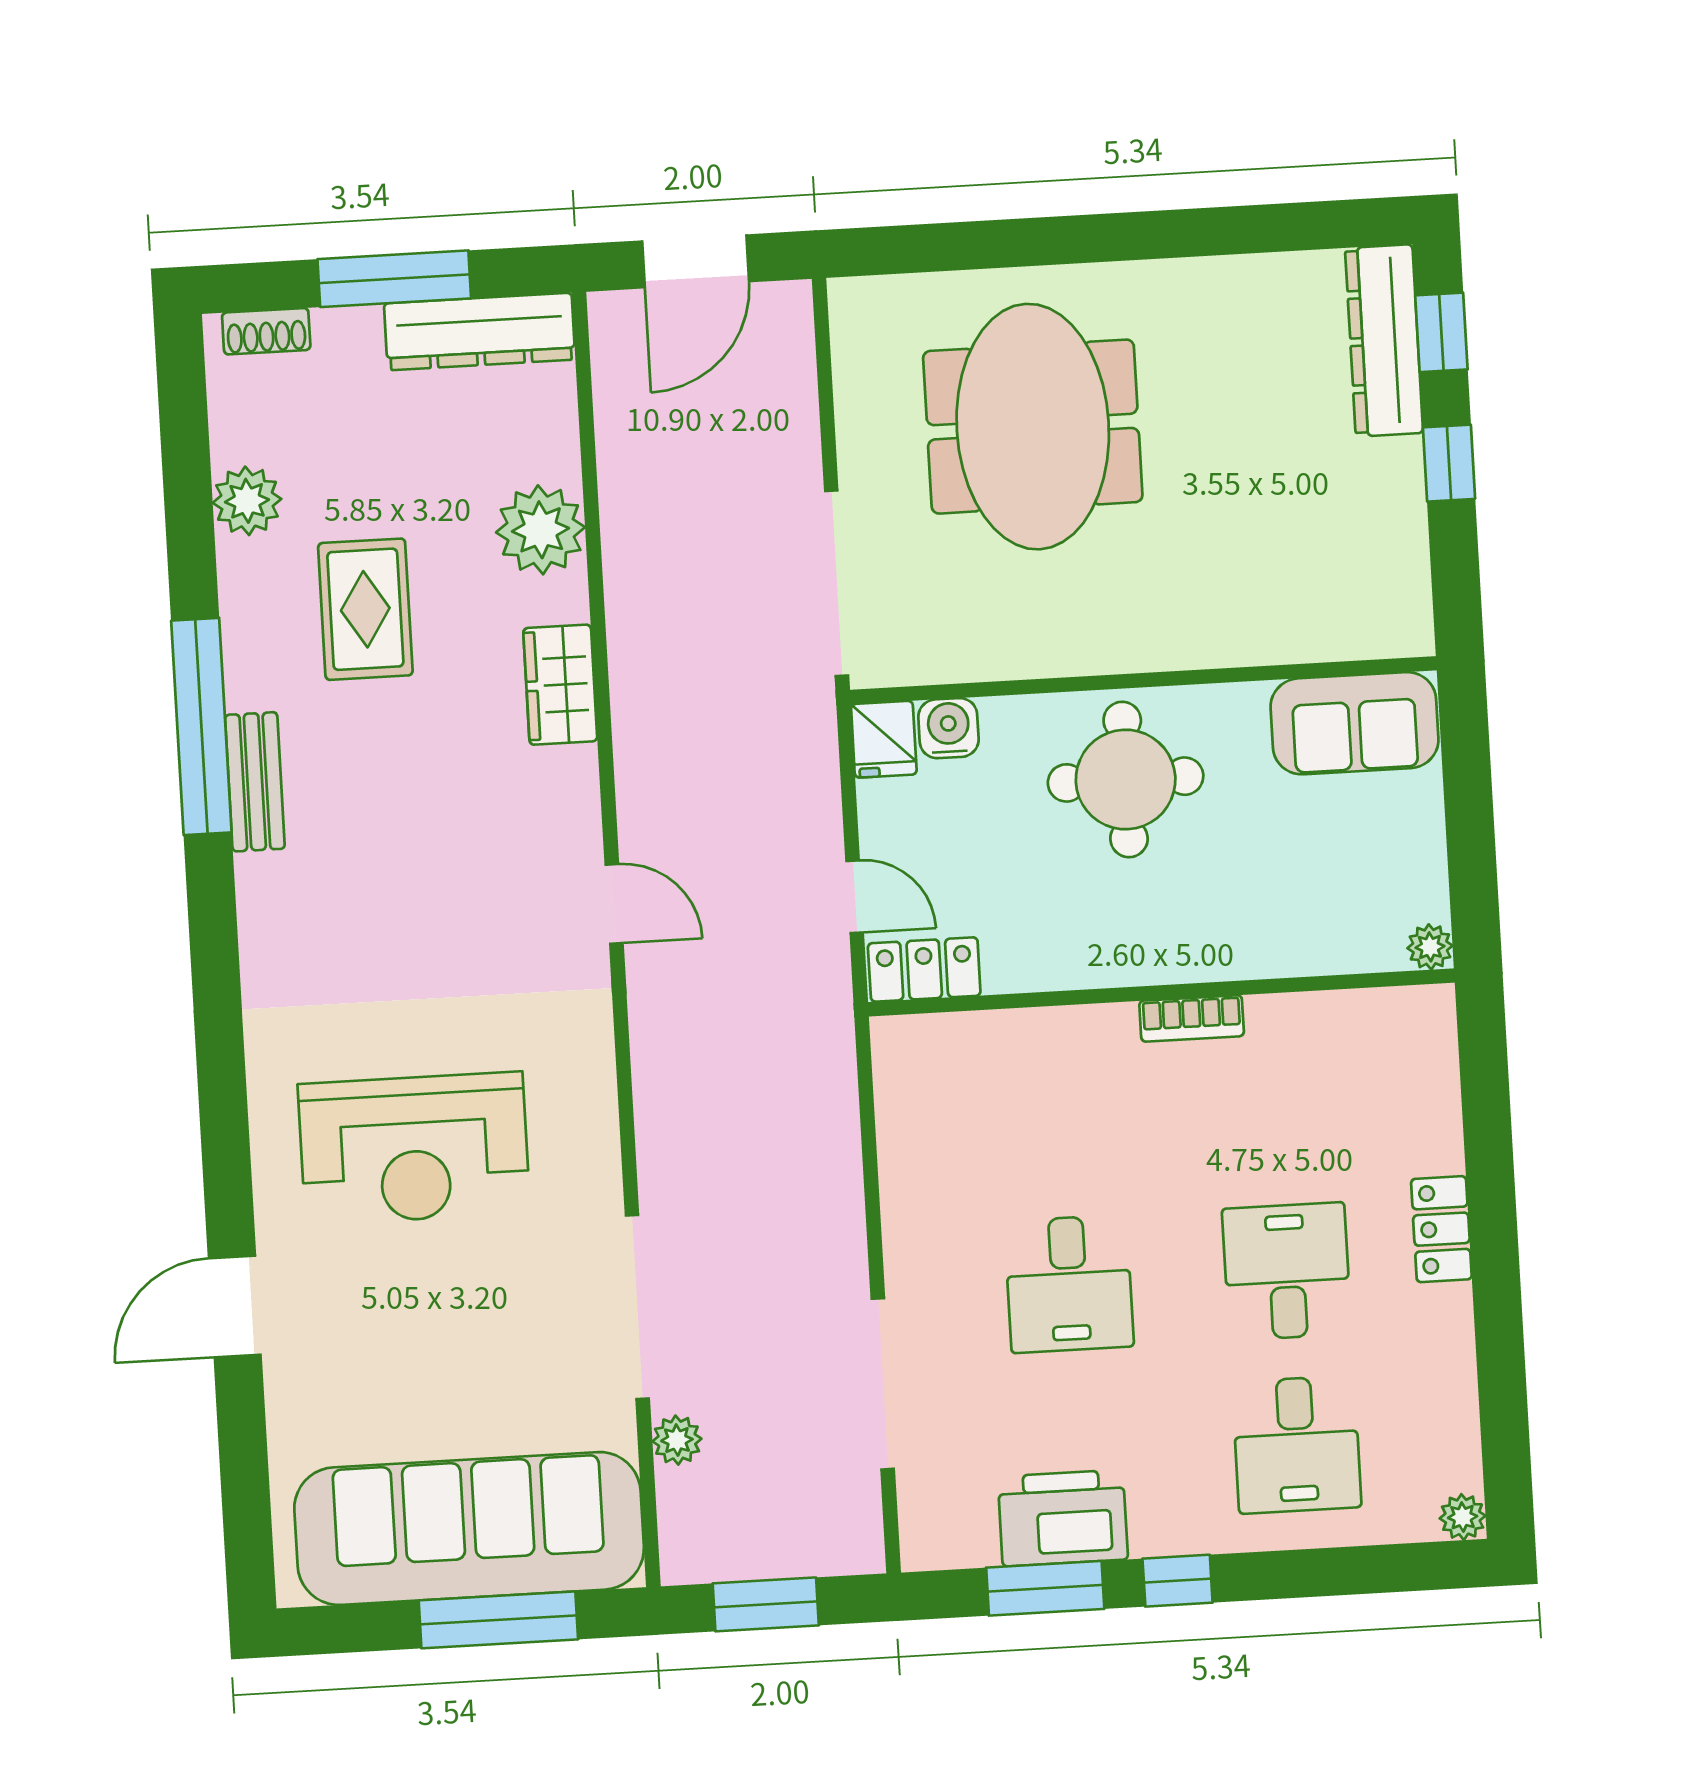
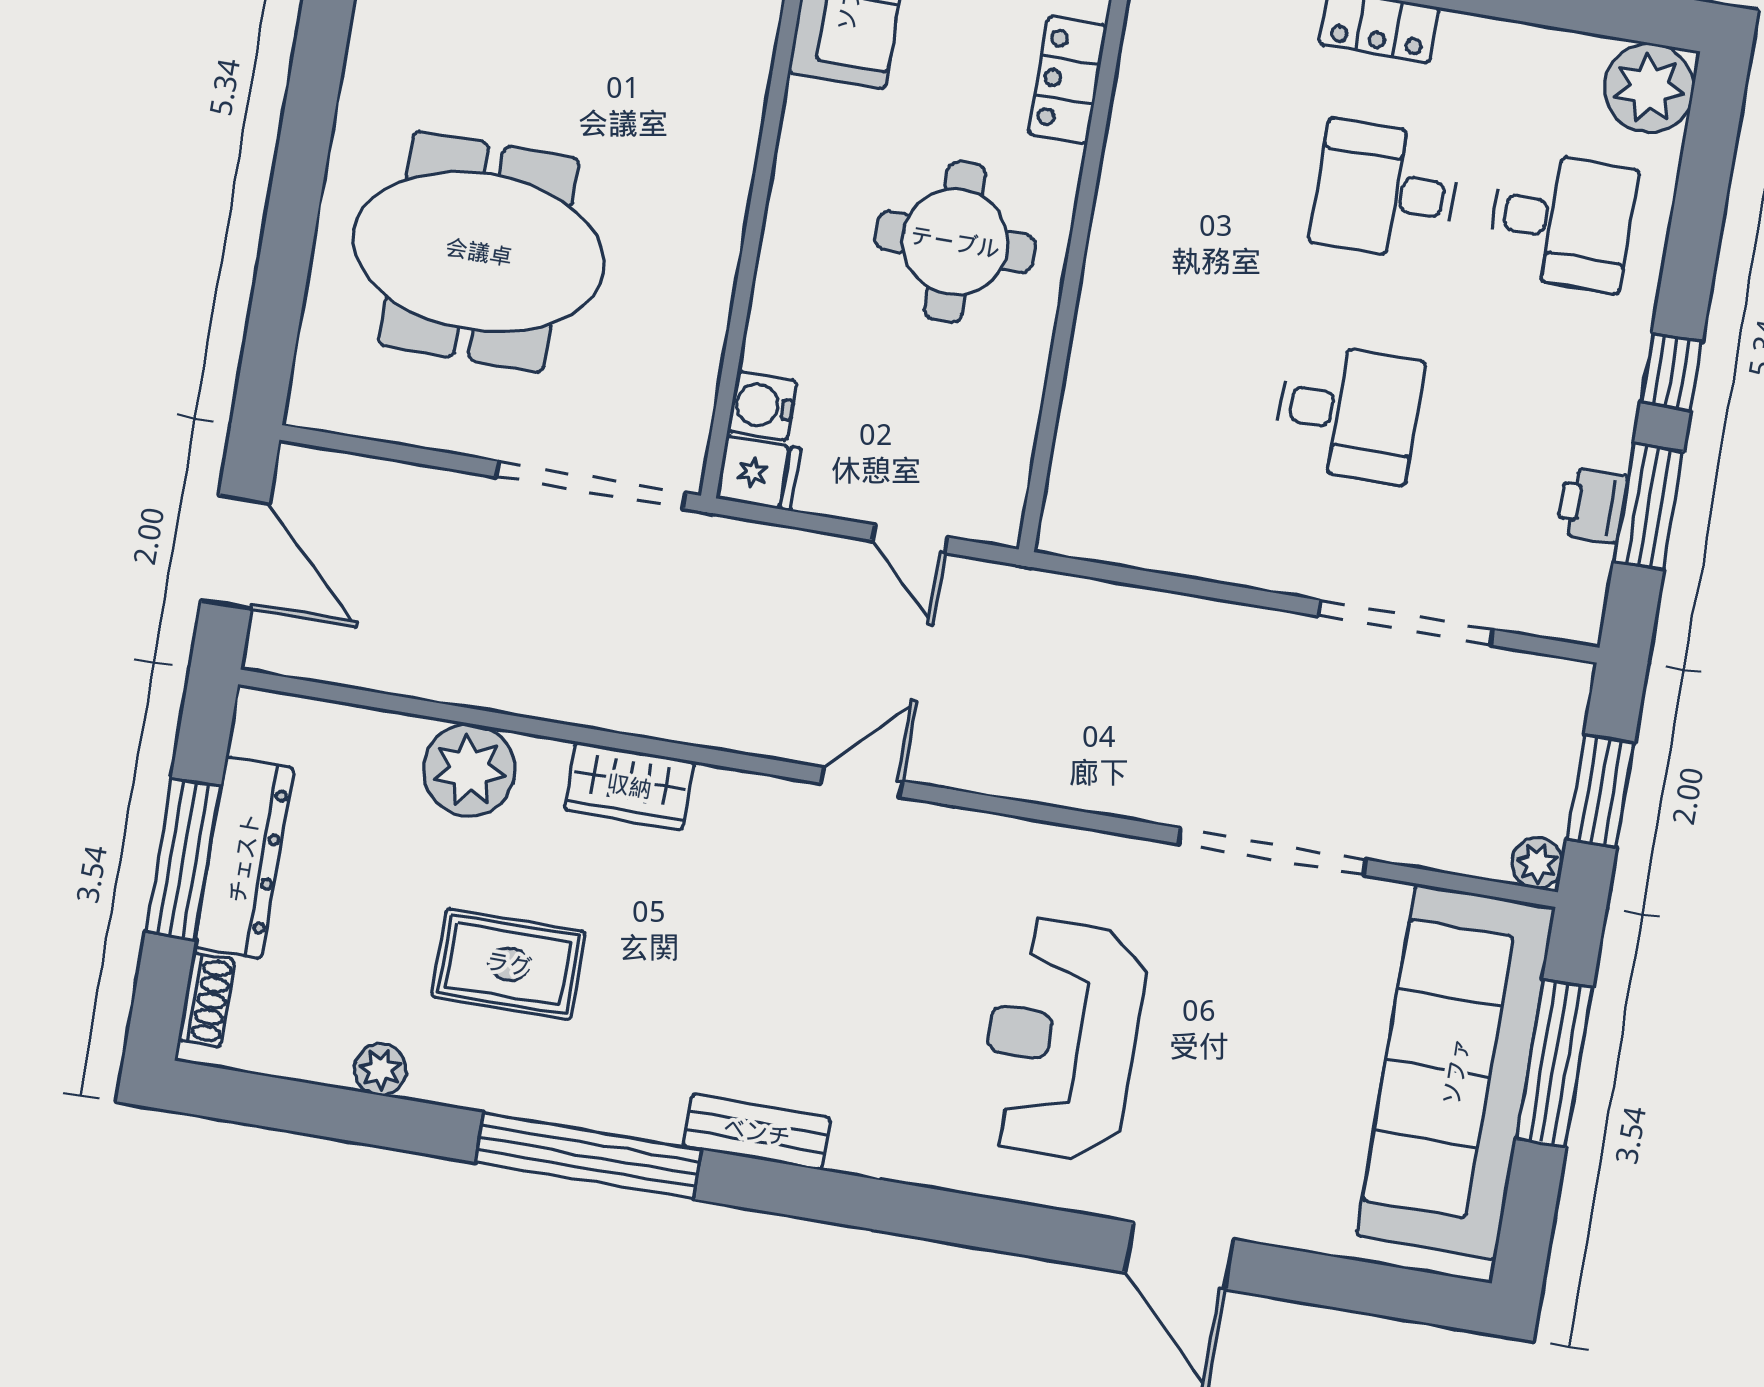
dresser: (480, 332) -> (244, 858), moved
plant: (247, 501) -> (380, 1069), width x0.73, depth x0.73
round table: (1126, 780) -> (955, 242), moved
bench: (255, 782) -> (757, 1132), moved
door: (855, 897) -> (910, 539), swing flipped
locker: (924, 969) -> (1068, 80), moved
bookcase: (1192, 1018) -> (1110, 228), removed
reception desk: (414, 1148) -> (1061, 1039), turned 180
plant: (677, 1440) -> (1537, 863), moved
plant: (1463, 1517) -> (1649, 88), width x1.88, depth x1.88
printer: (1063, 1518) -> (1592, 505), width x0.53, depth x0.68

